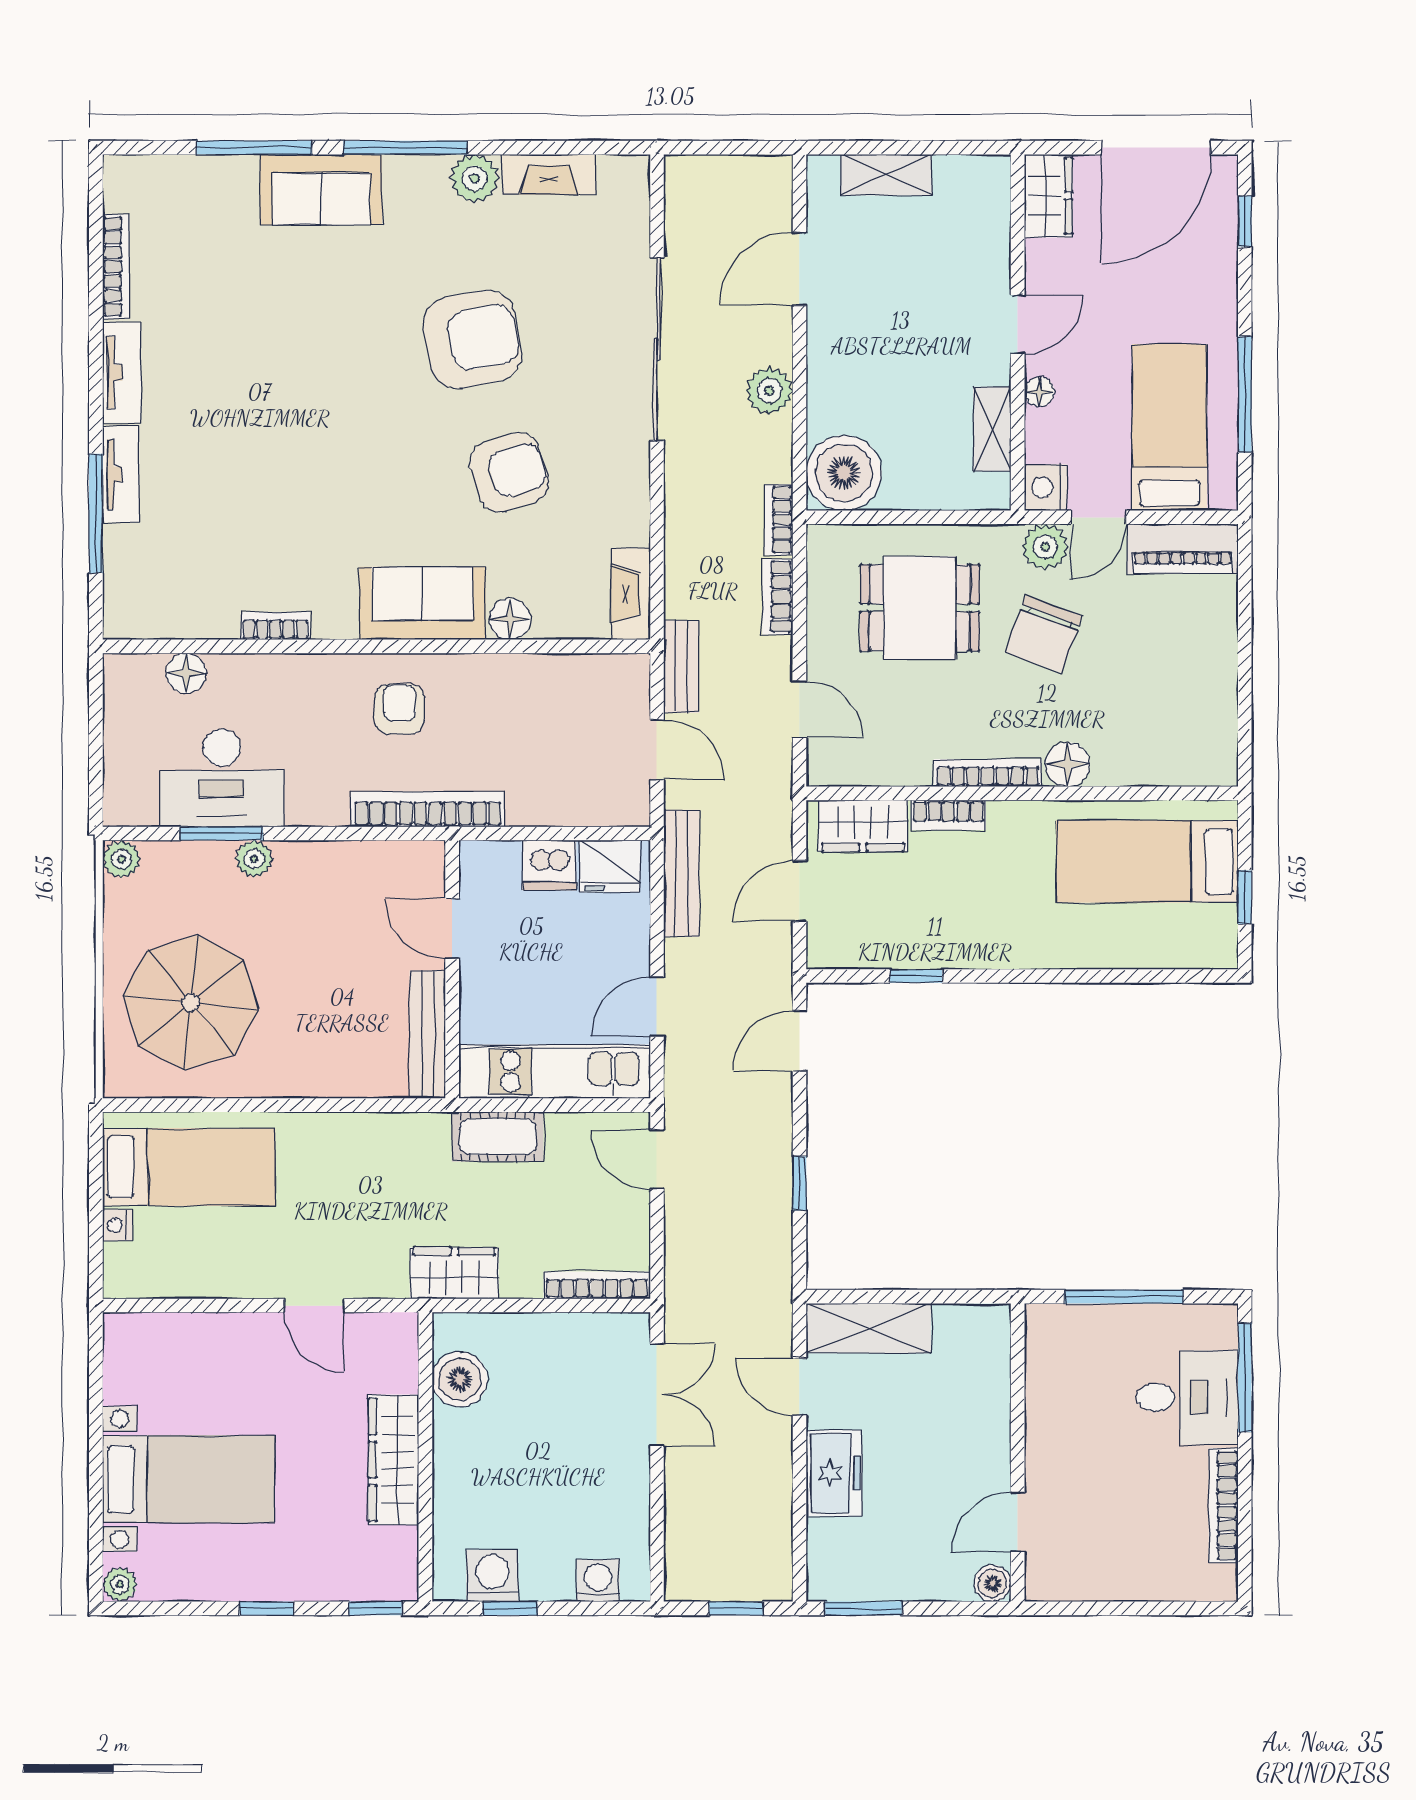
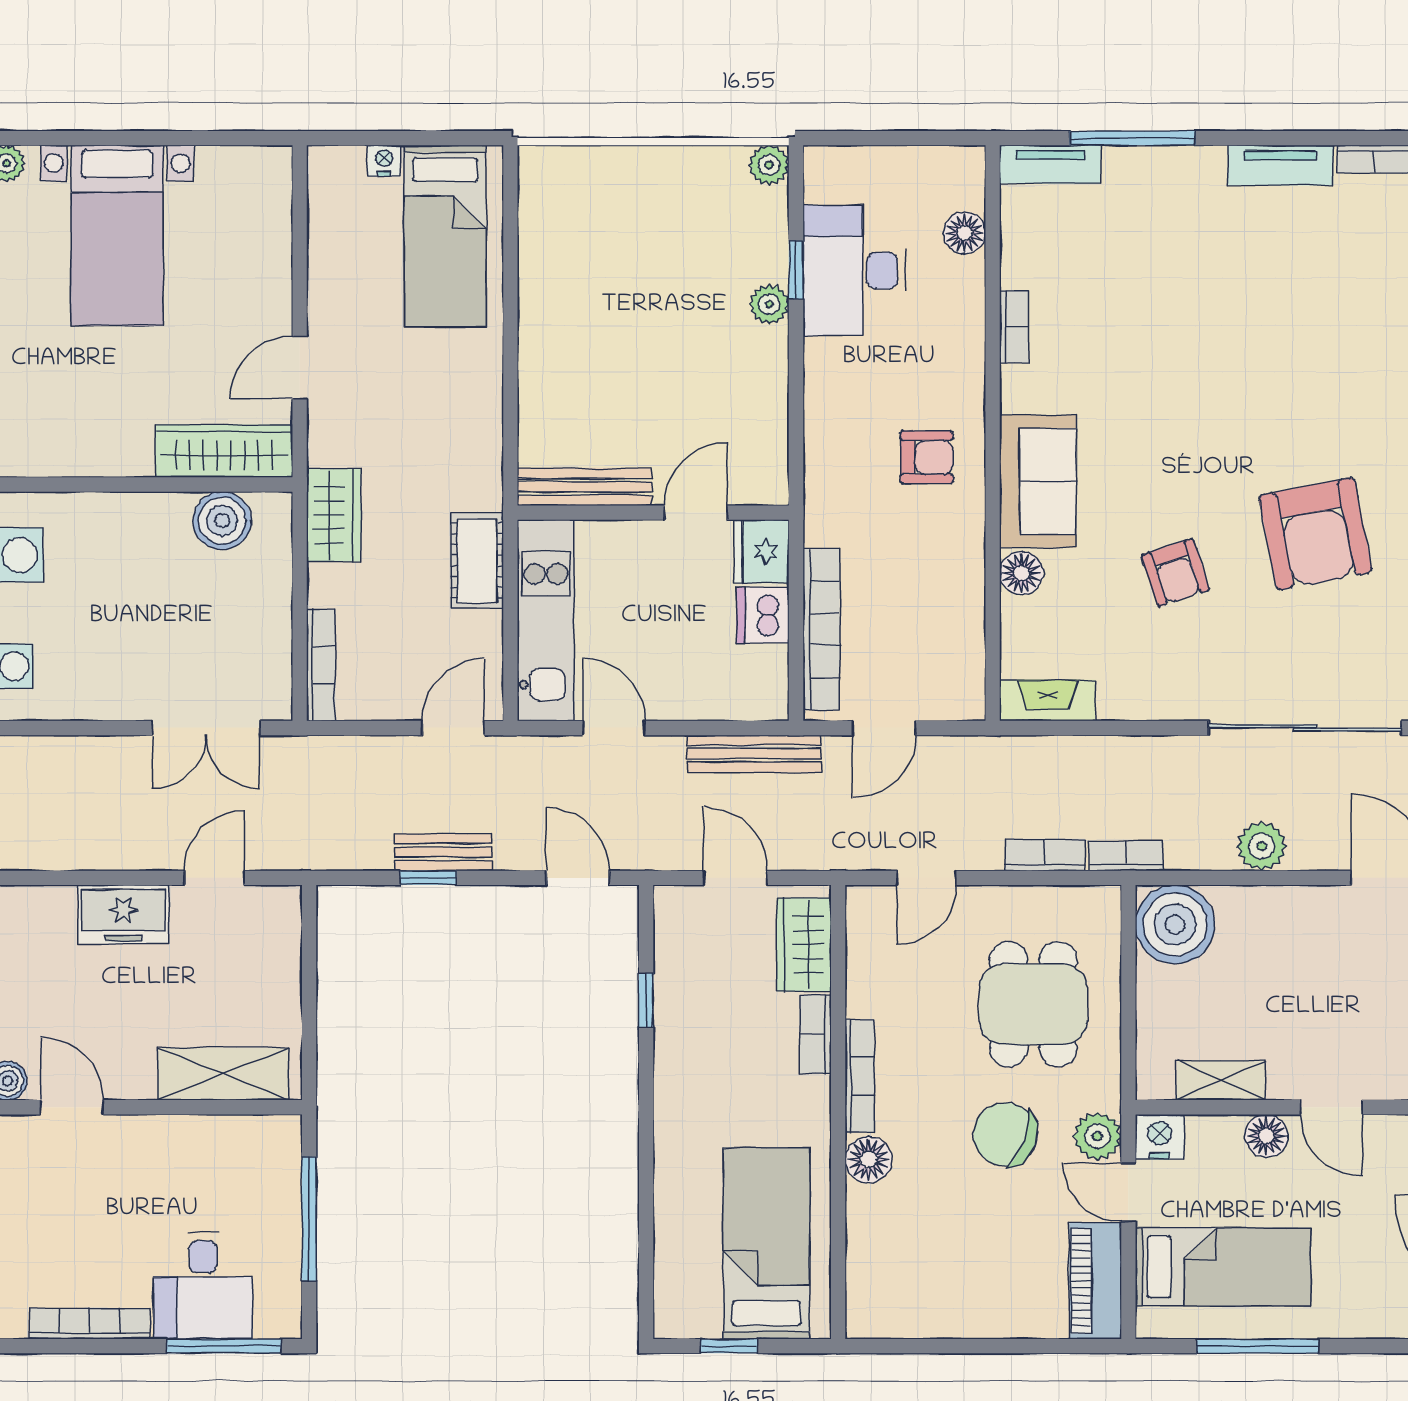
floor lamp: (1039, 392) -> (1266, 1136), width x1.37, depth x1.37
armchair: (509, 473) -> (1175, 573), width x0.72, depth x0.72
tv unit: (121, 474) -> (1050, 164), moved
bench: (681, 666) -> (443, 852), moved
bookcase: (428, 809) -> (821, 629), moved
window: (221, 833) -> (796, 270), width x0.67
fridge: (610, 866) -> (762, 551), moved
parasol: (191, 1003) -> (618, 238), removed
shelving: (869, 1328) -> (223, 1074), moved, turned 90
wardrobe: (394, 1460) -> (224, 451), moved

